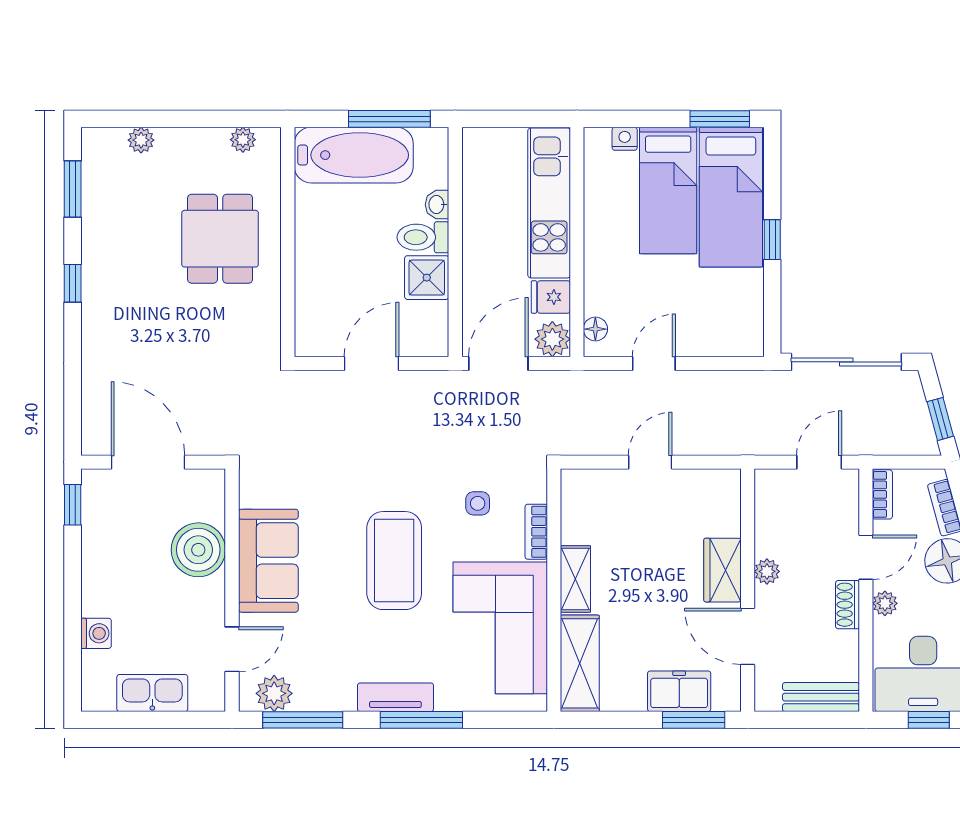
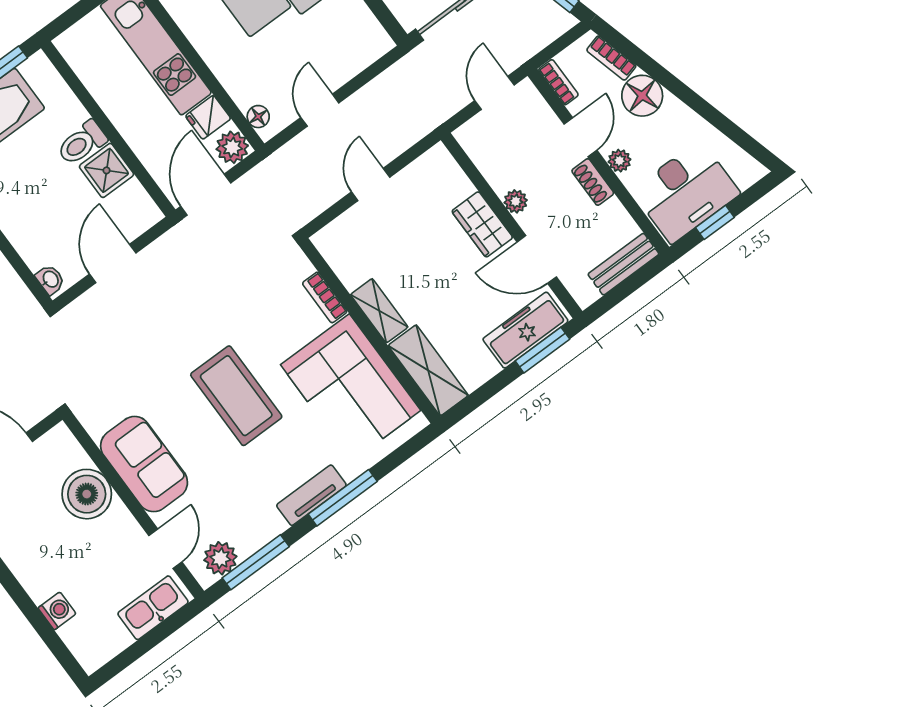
washbasin: (437, 205) -> (50, 280), moved, turned 180
side table: (478, 503) -> (266, 308), removed
freezer: (679, 691) -> (525, 330), width x1.40
kitchen sink: (152, 693) -> (153, 608), moved

